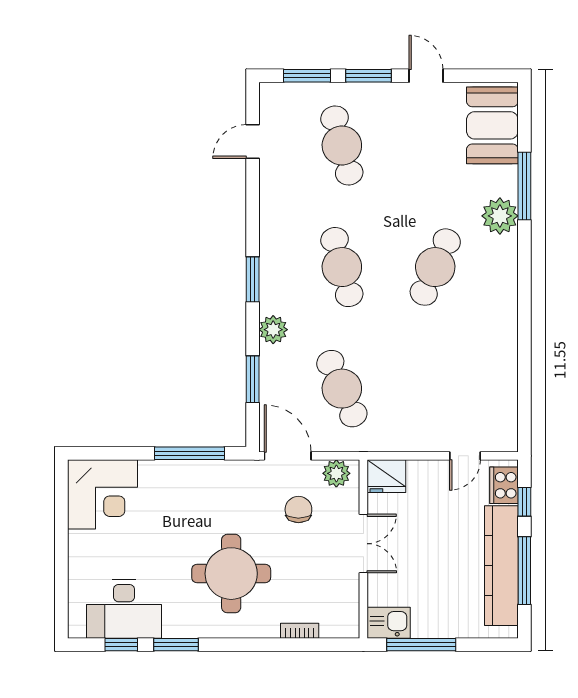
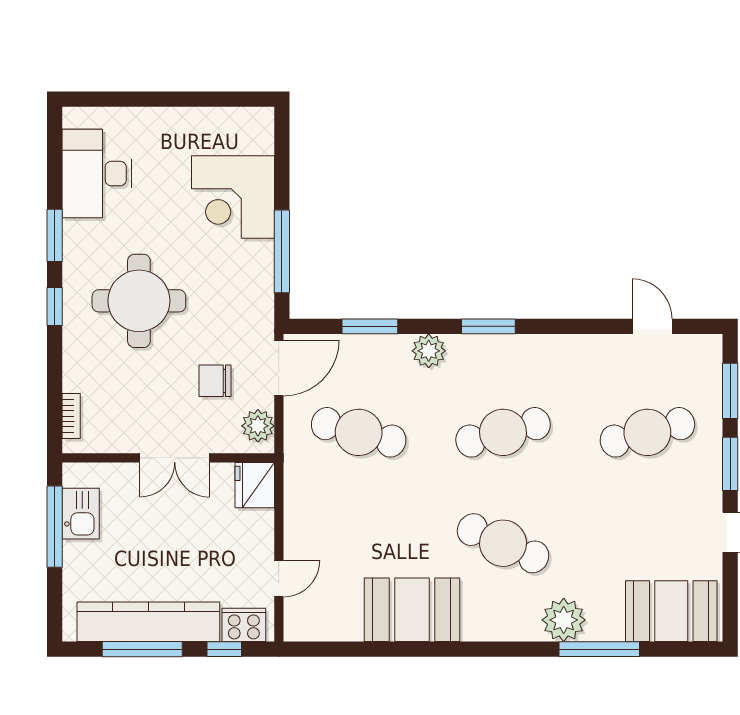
booth: (491, 344) -> (412, 610), added
cafe table: (342, 389) -> (359, 432), turned 39
door: (465, 456) -> (279, 579), swing flipped
corner desk: (102, 494) -> (233, 197), moved
chair: (298, 510) -> (215, 381), turned 180
kitchen sink: (389, 623) -> (81, 514), moved
bookcase: (300, 631) -> (71, 416), moved
window: (121, 645) -> (55, 307), moved

